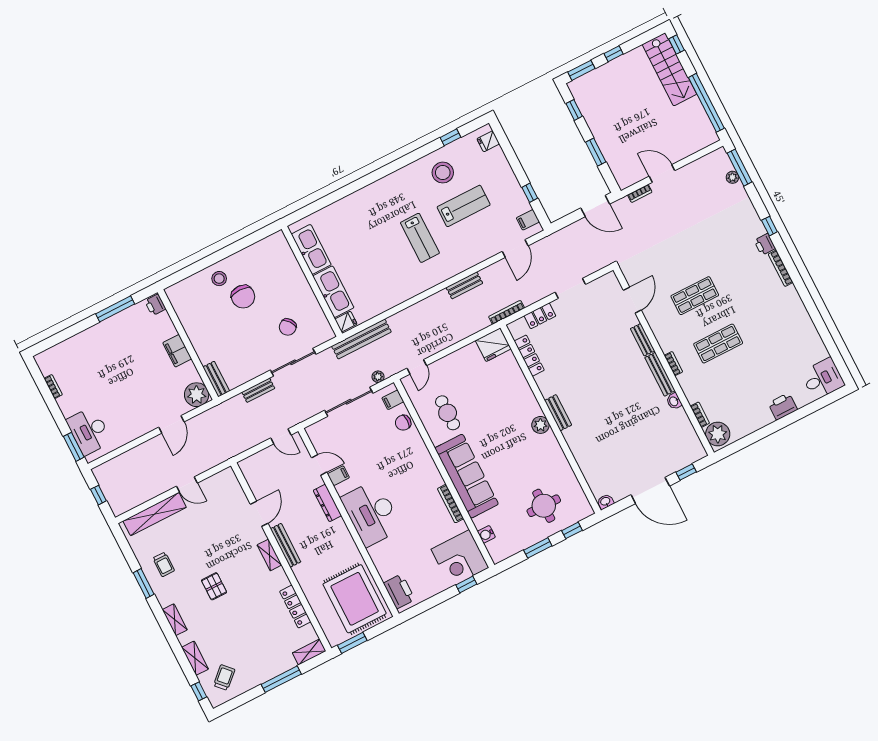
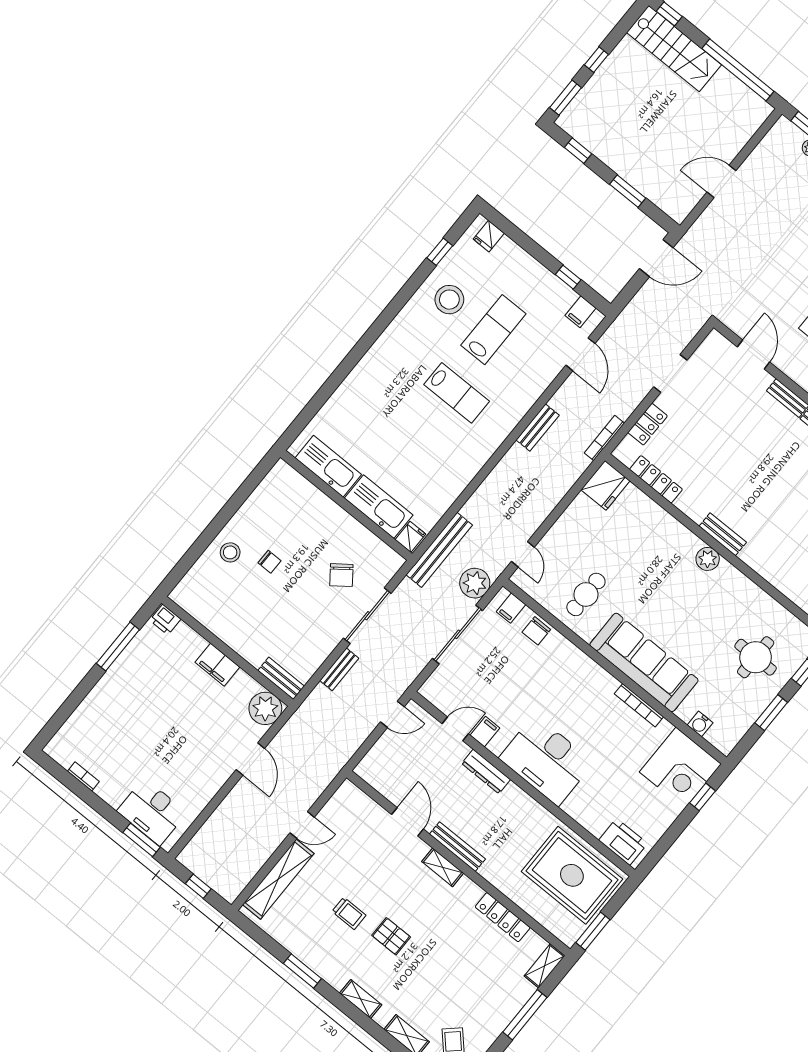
bookcase: (640, 193) -> (705, 218), removed
chair: (243, 297) -> (270, 562), width x0.54, depth x0.54
plant: (378, 377) -> (475, 583), width x1.88, depth x1.88
cafe table: (448, 413) -> (586, 594), turned 90
trolley: (164, 564) -> (349, 913), moved

